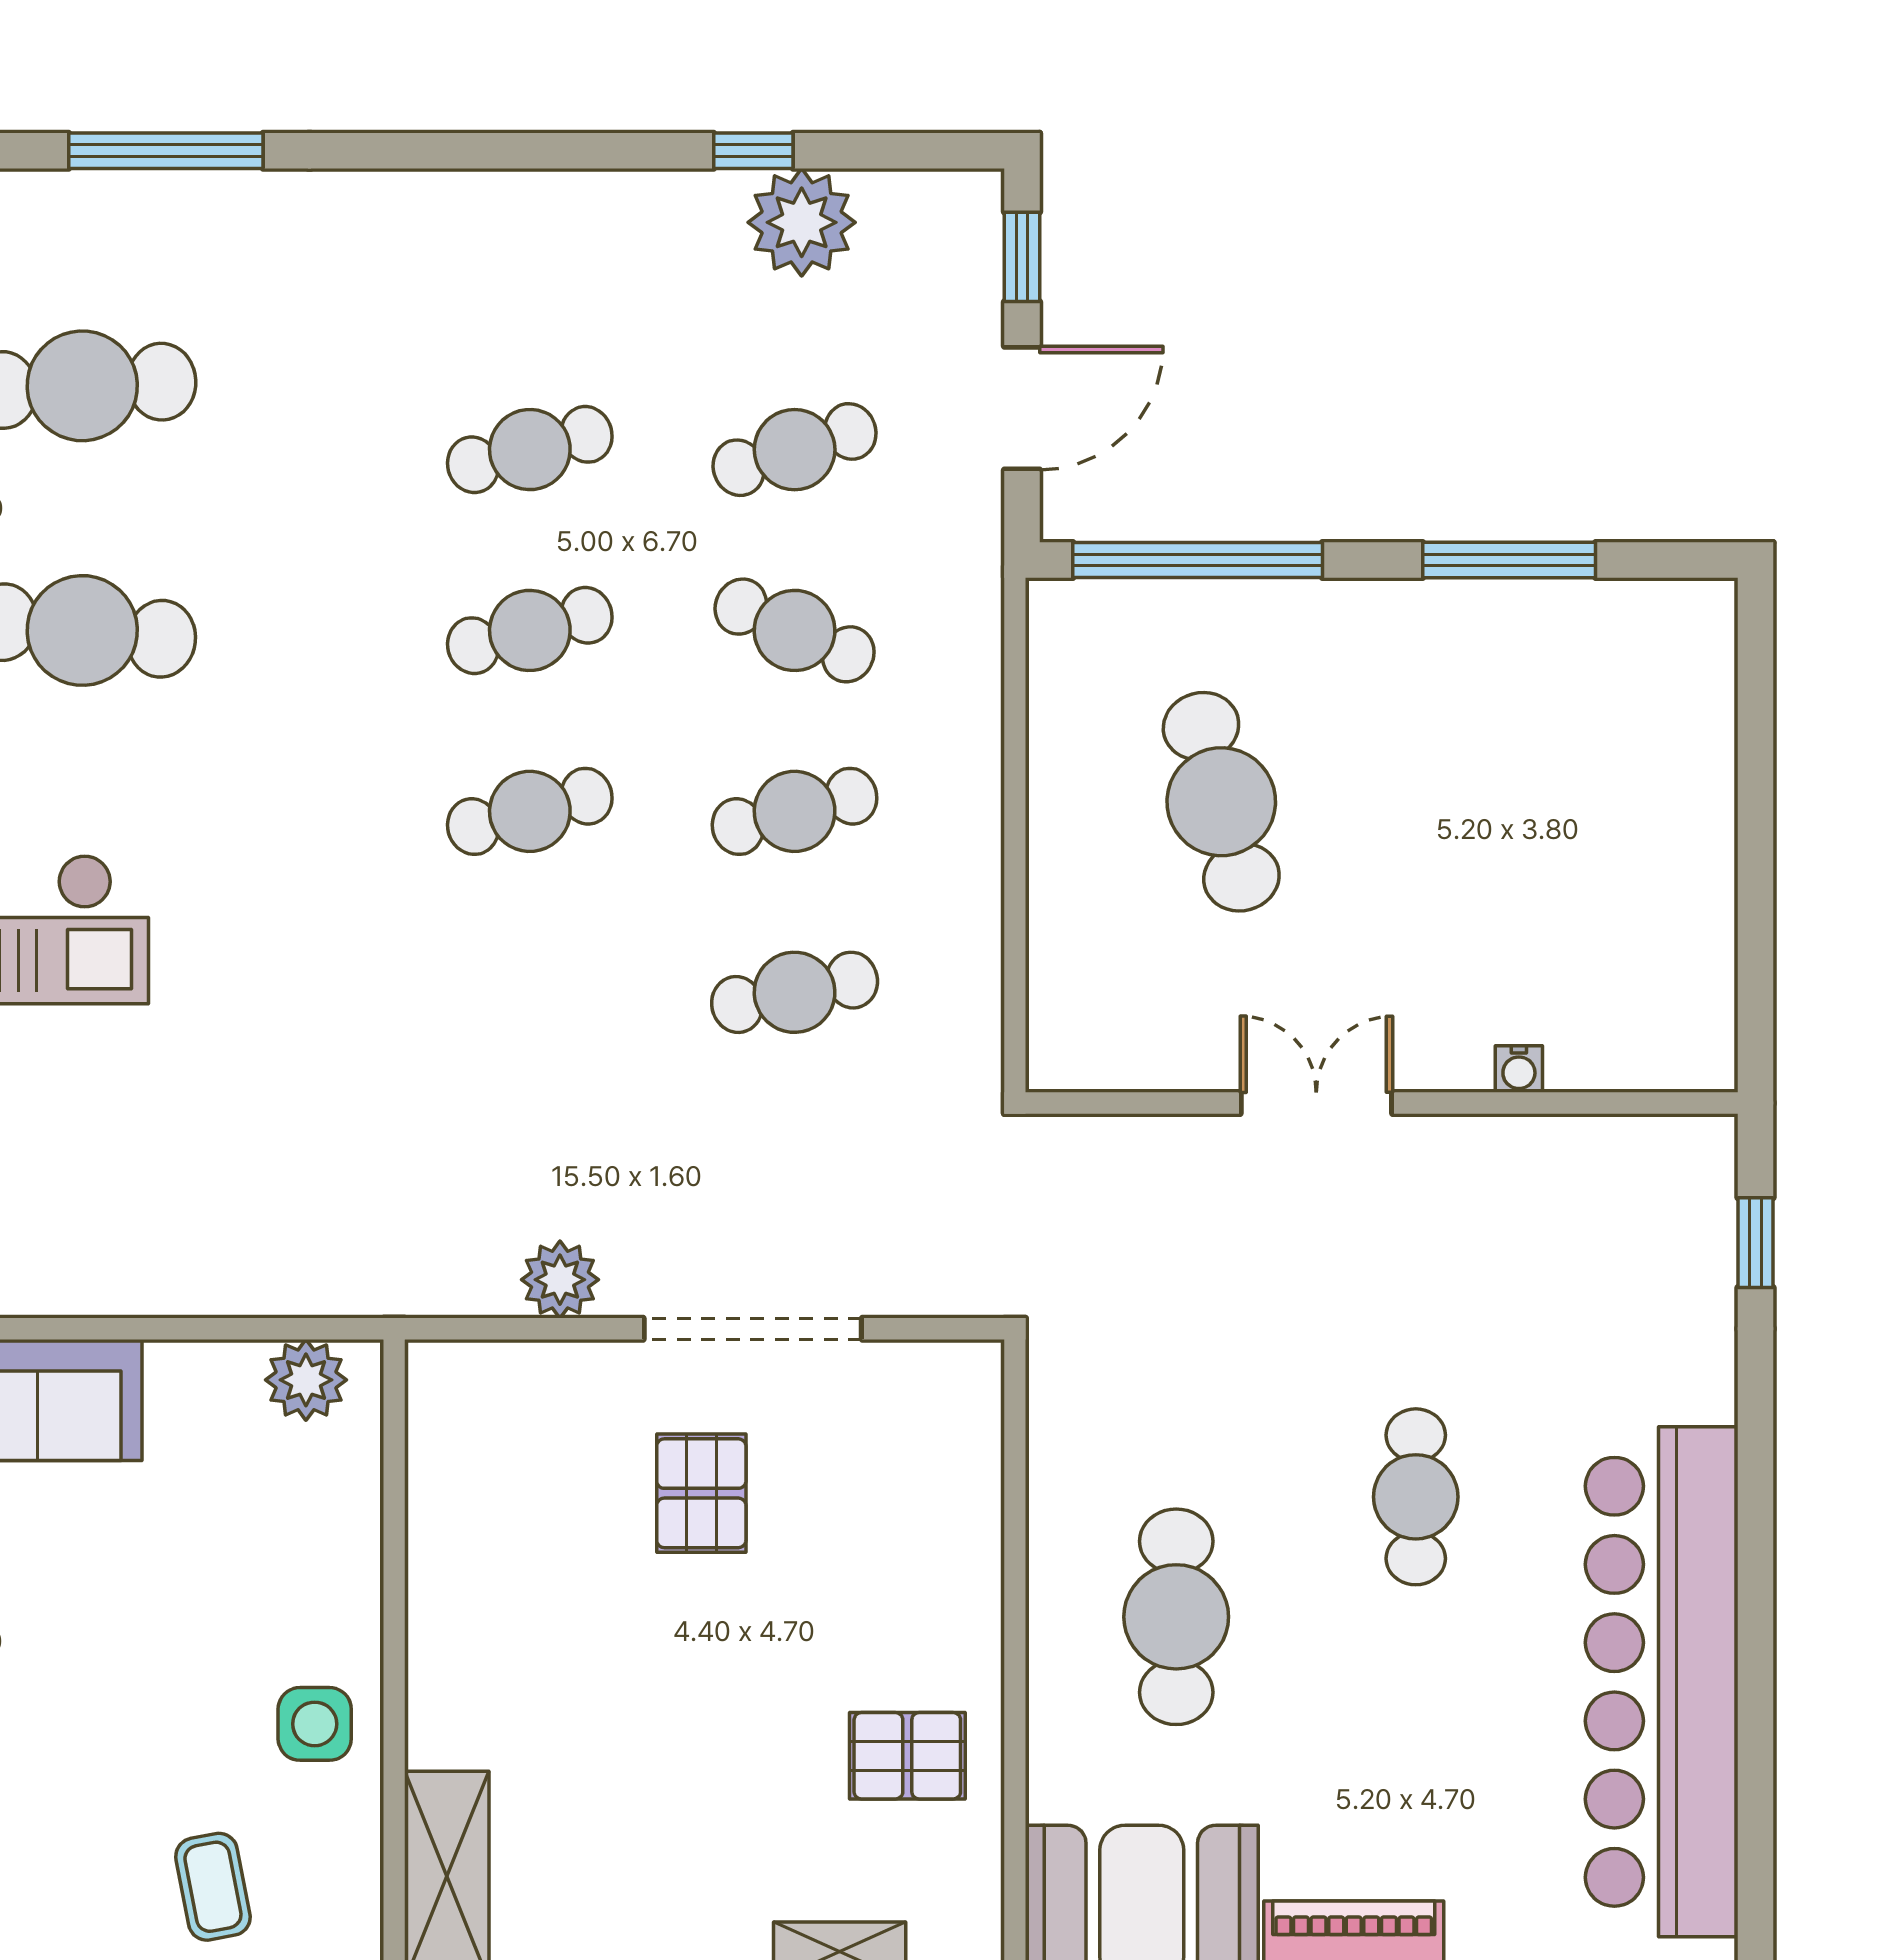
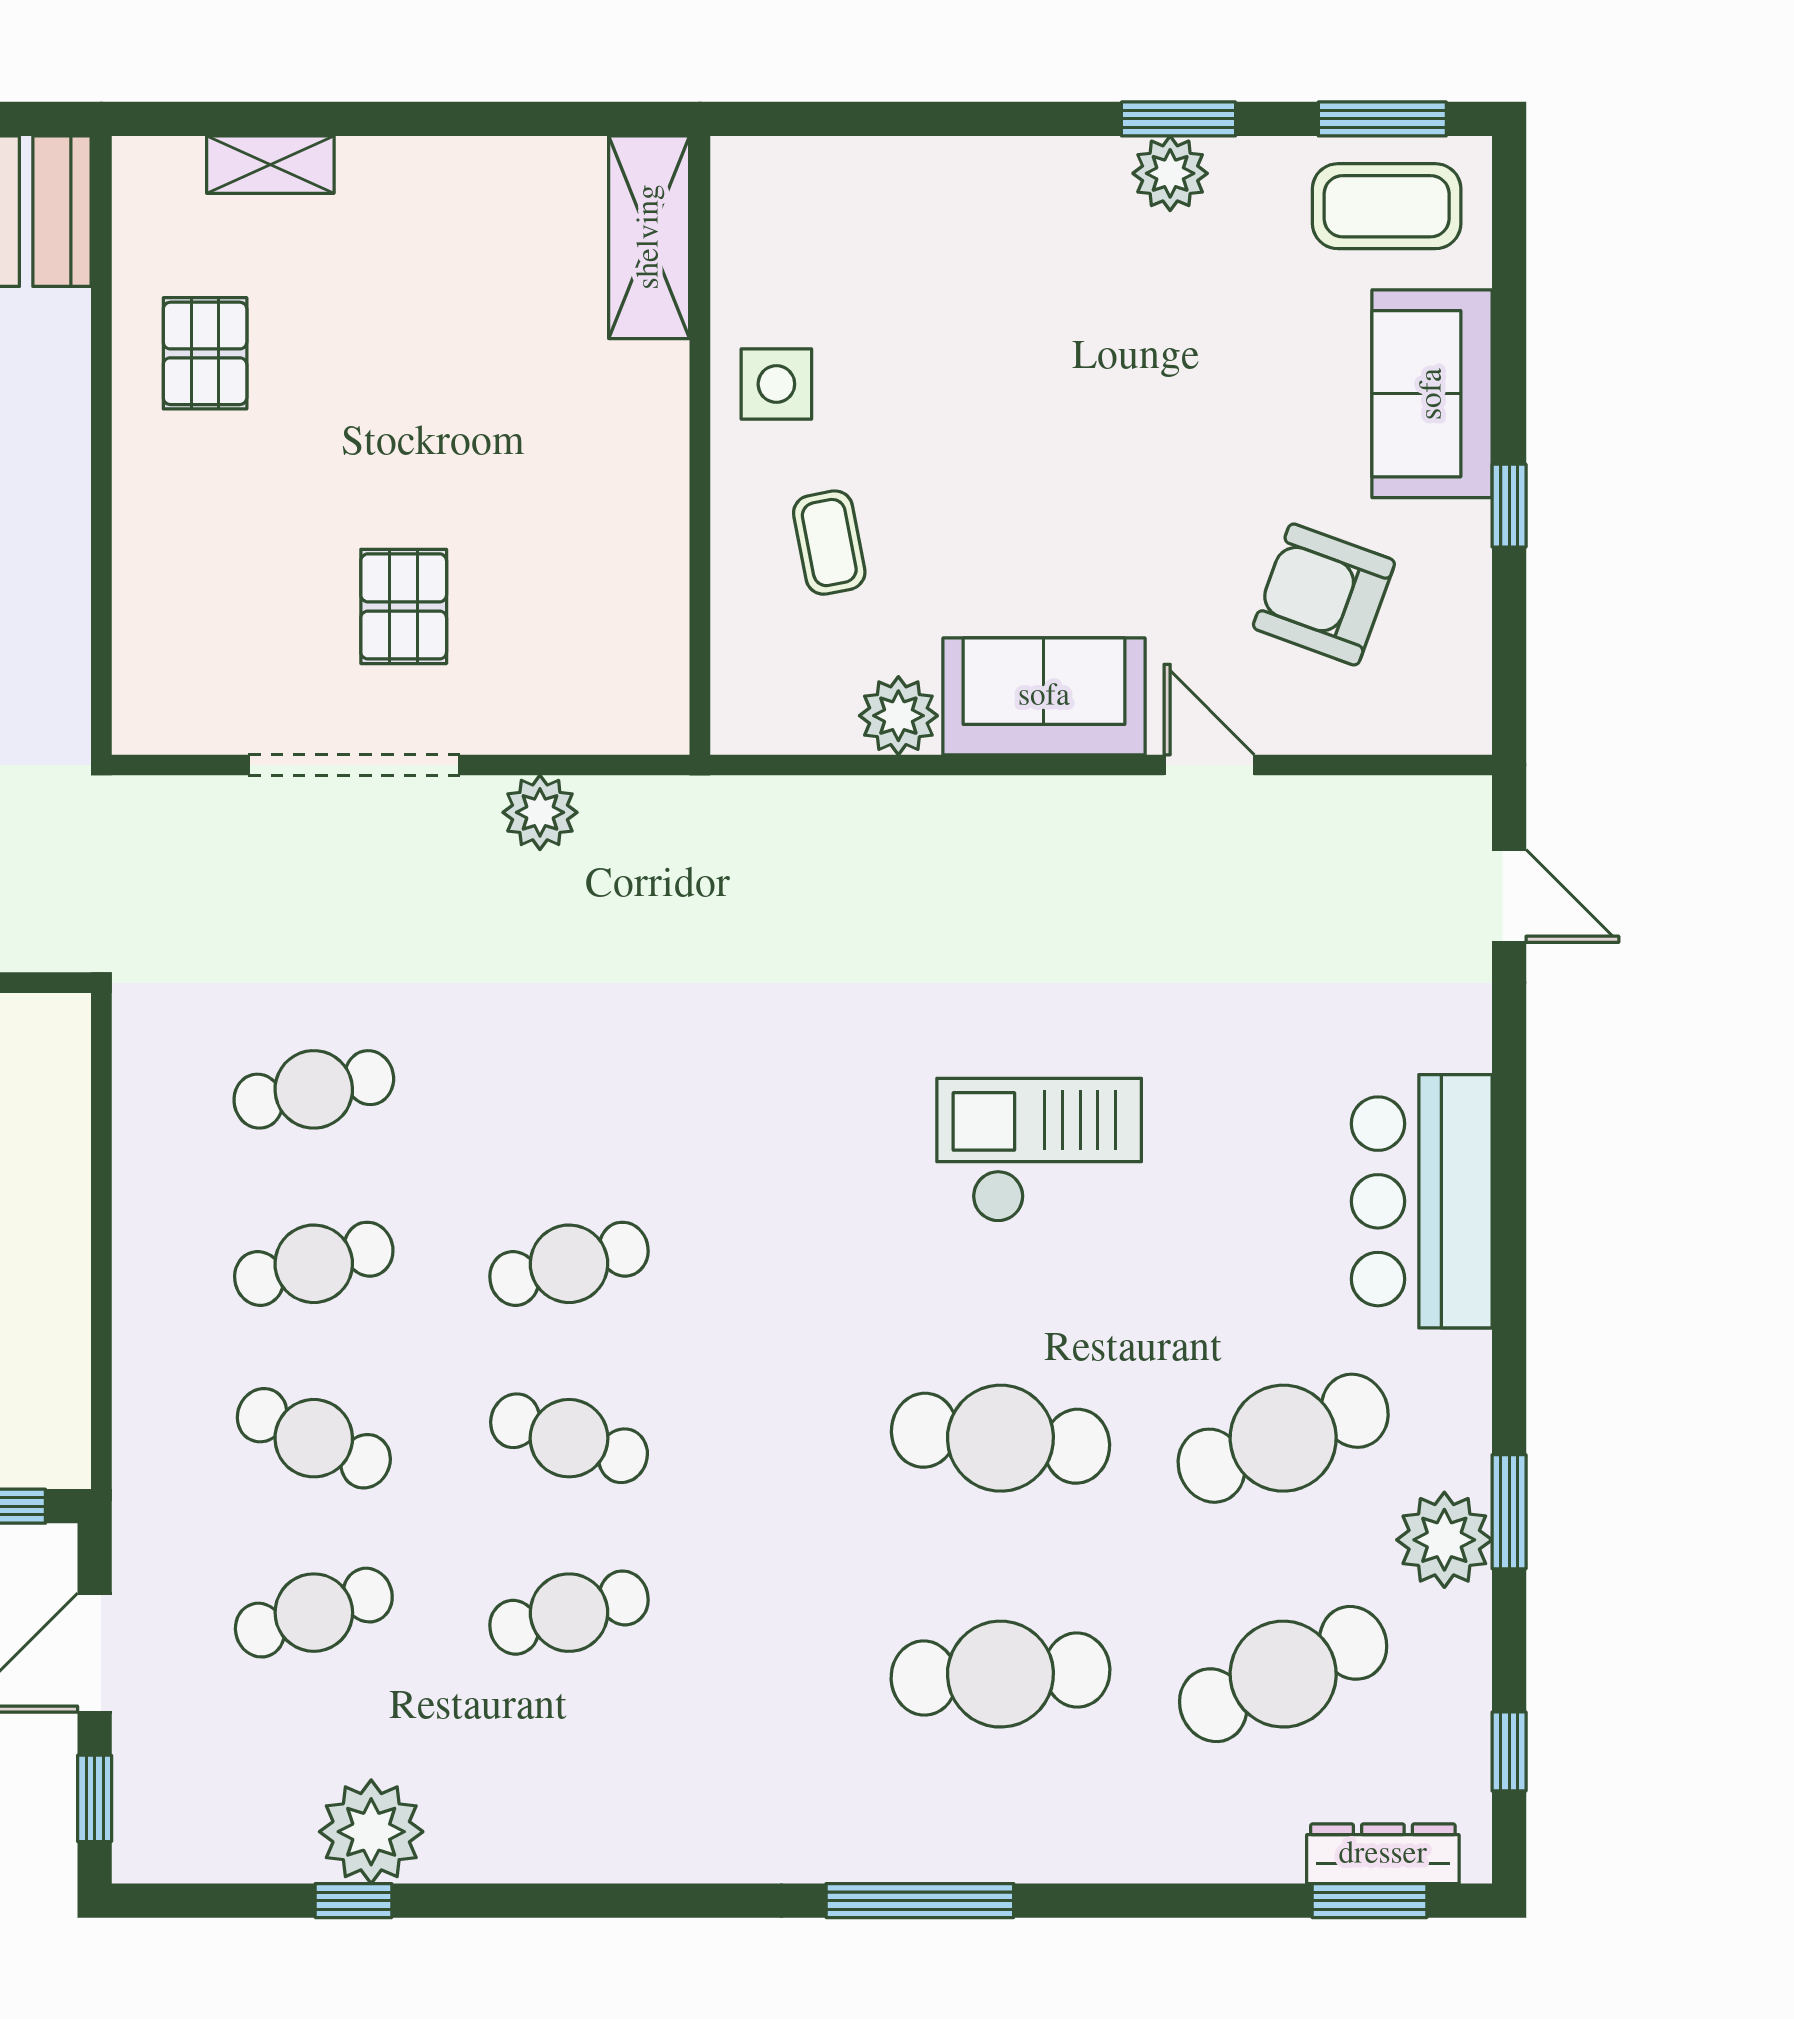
plant: (802, 222) -> (371, 1832), moved
cafe table: (530, 630) -> (569, 1438), turned 33
plant: (306, 1380) -> (898, 716), moved
pallet: (907, 1756) -> (205, 353), turned 90
coffee table: (213, 1887) -> (829, 543), moved

